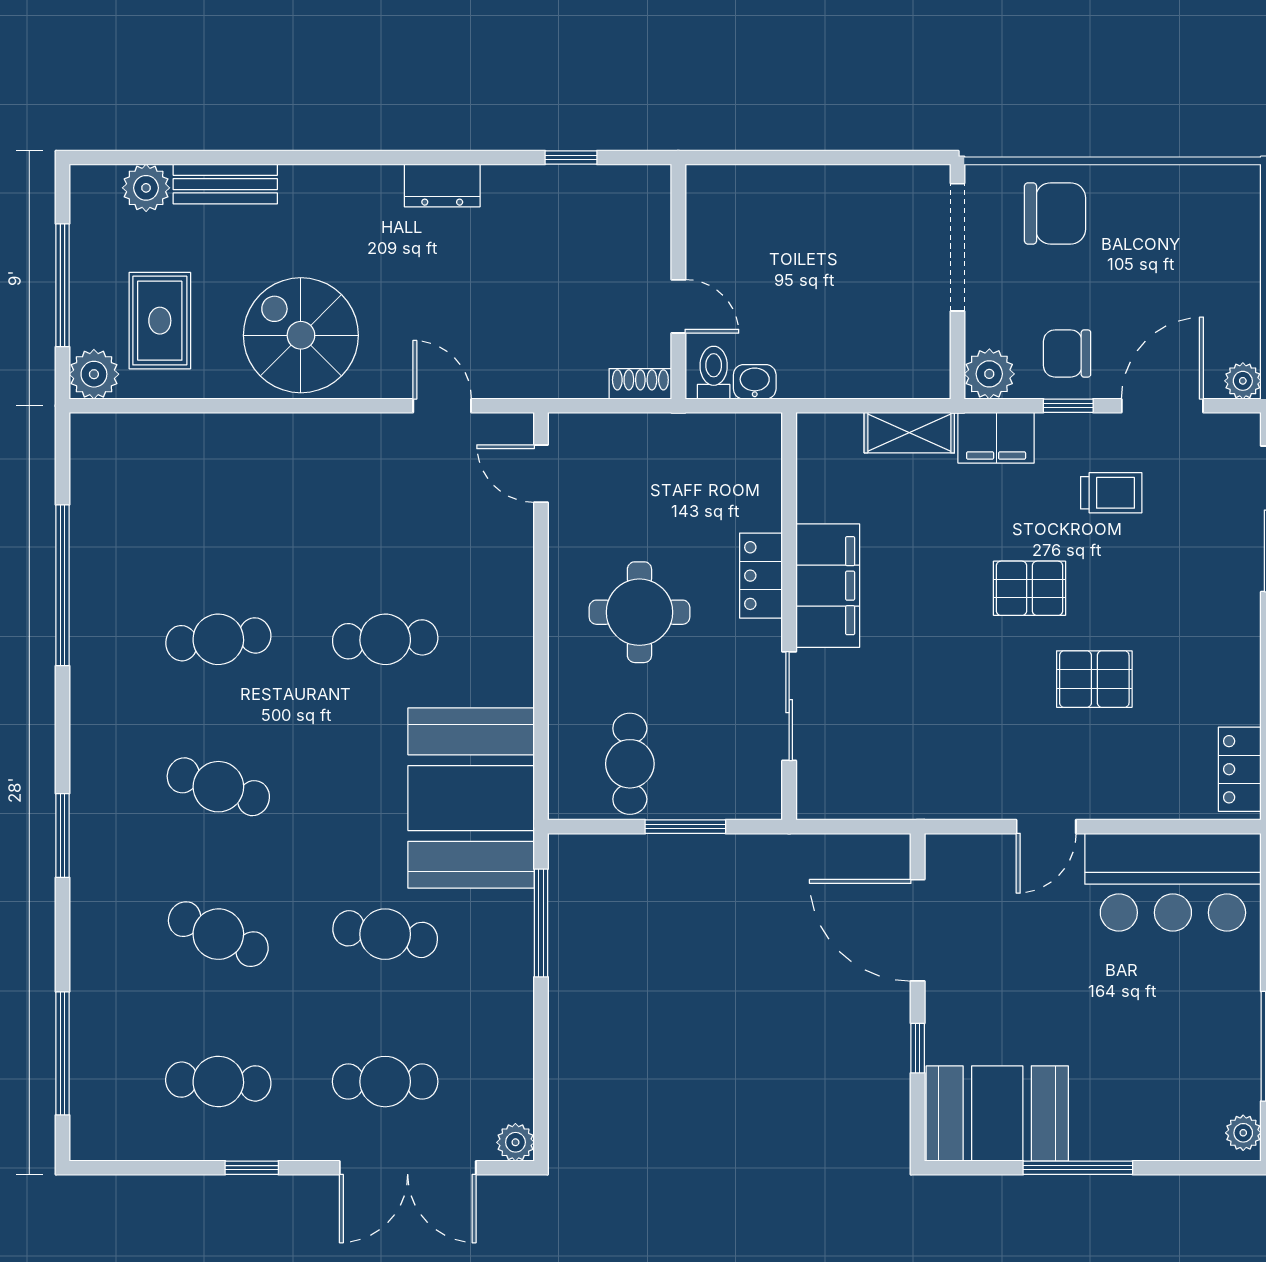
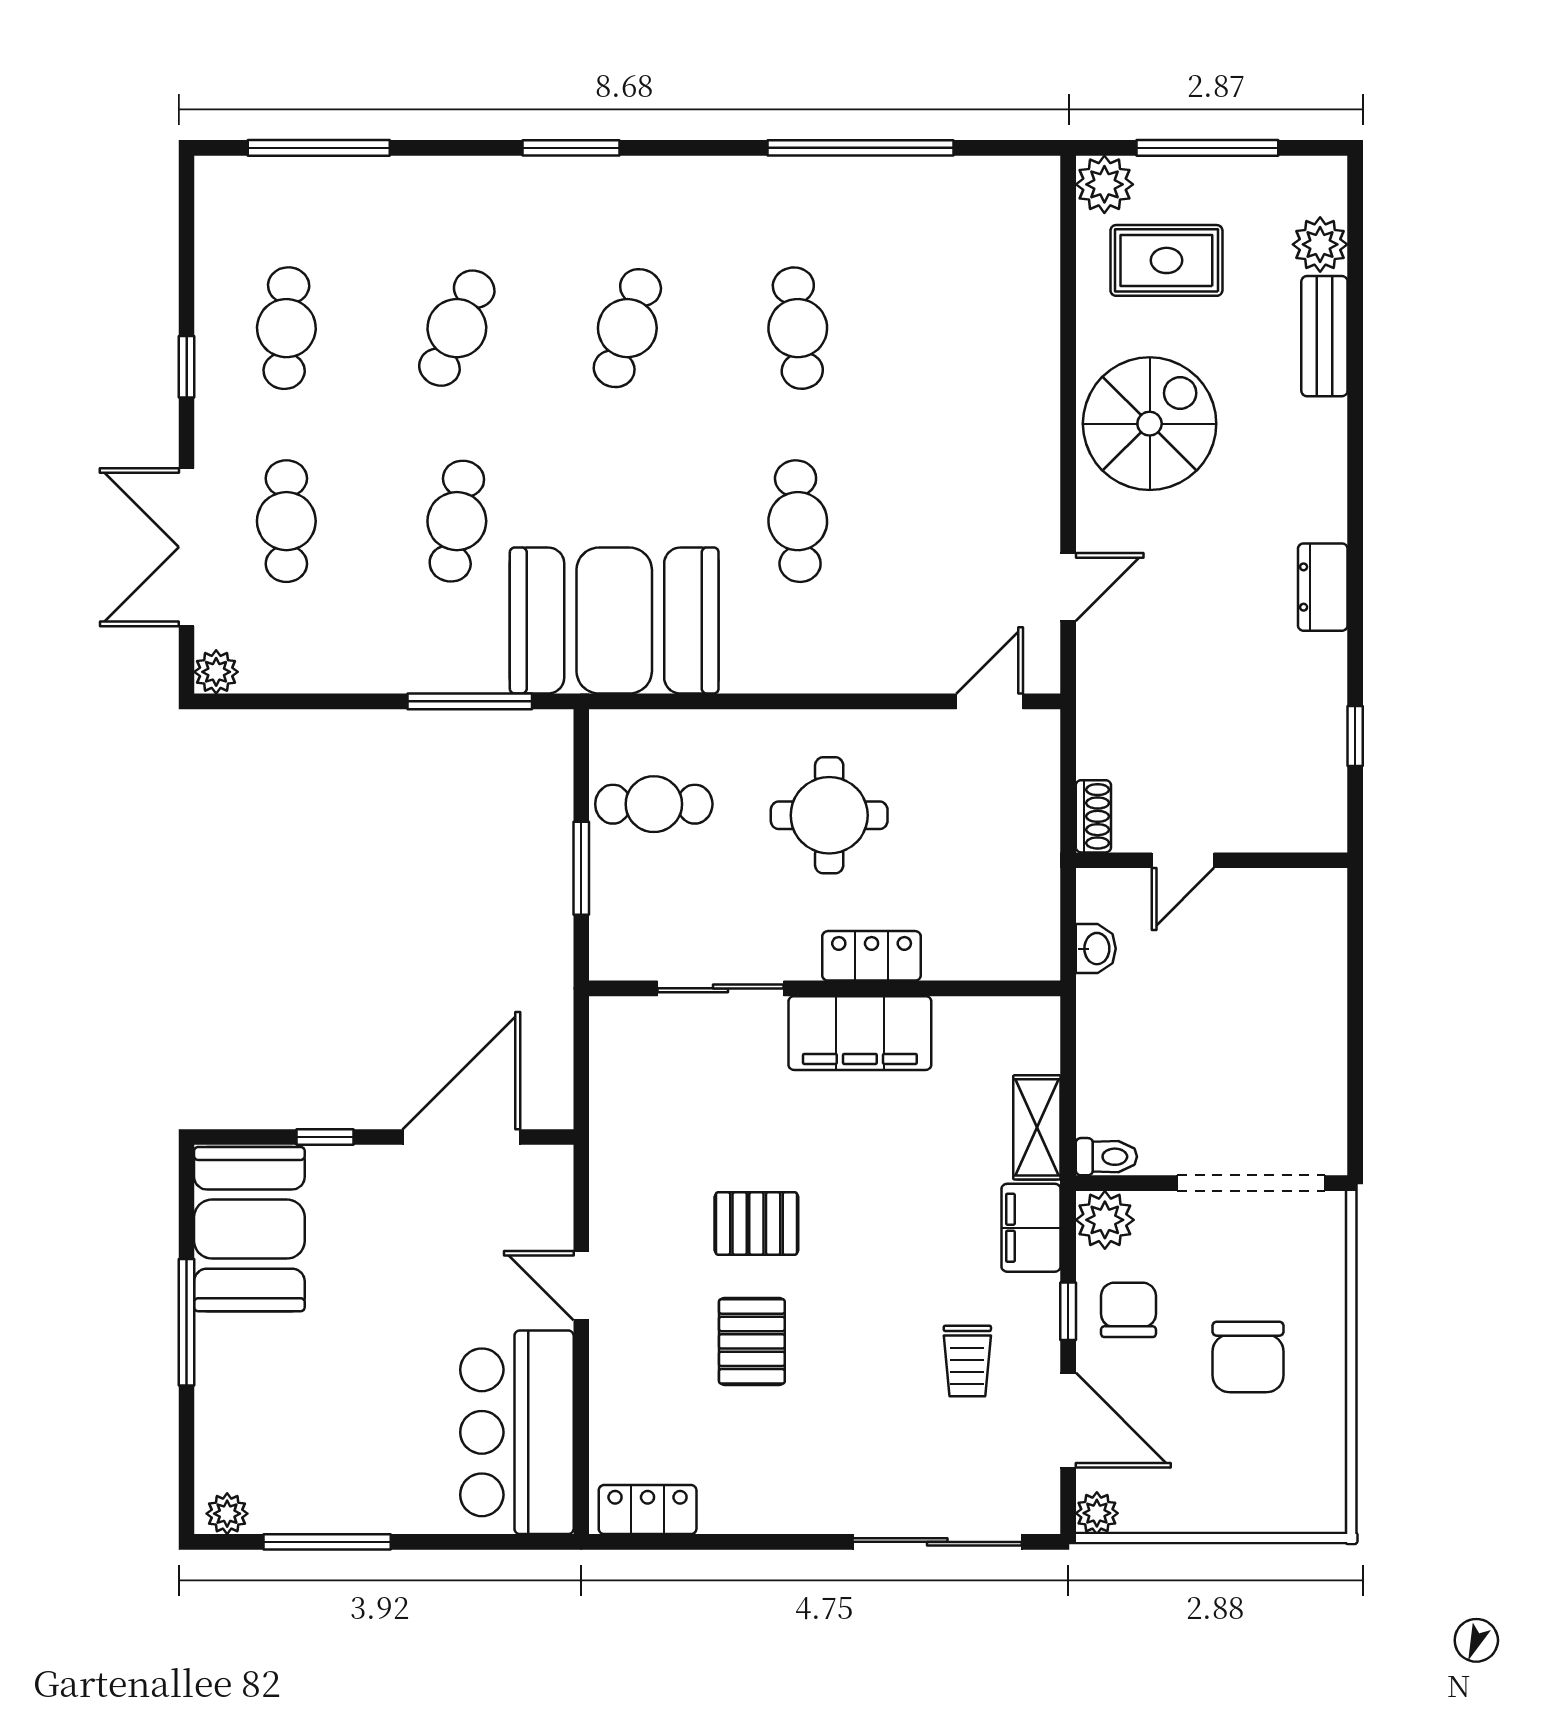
chair: (1055, 213) -> (1248, 1357), moved
toilet: (714, 373) -> (1106, 1157), moved
pallet: (1029, 588) -> (756, 1223), moved, turned 90

